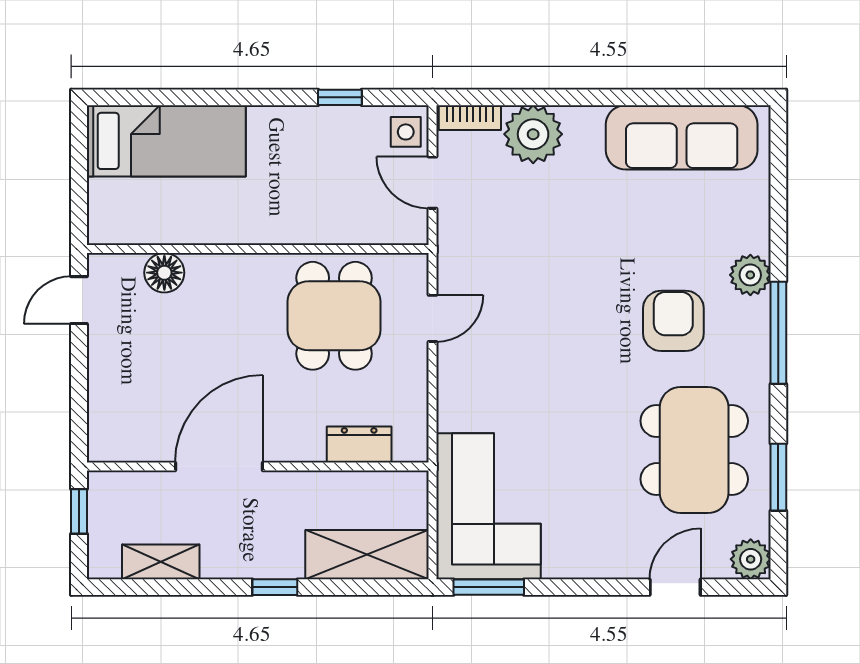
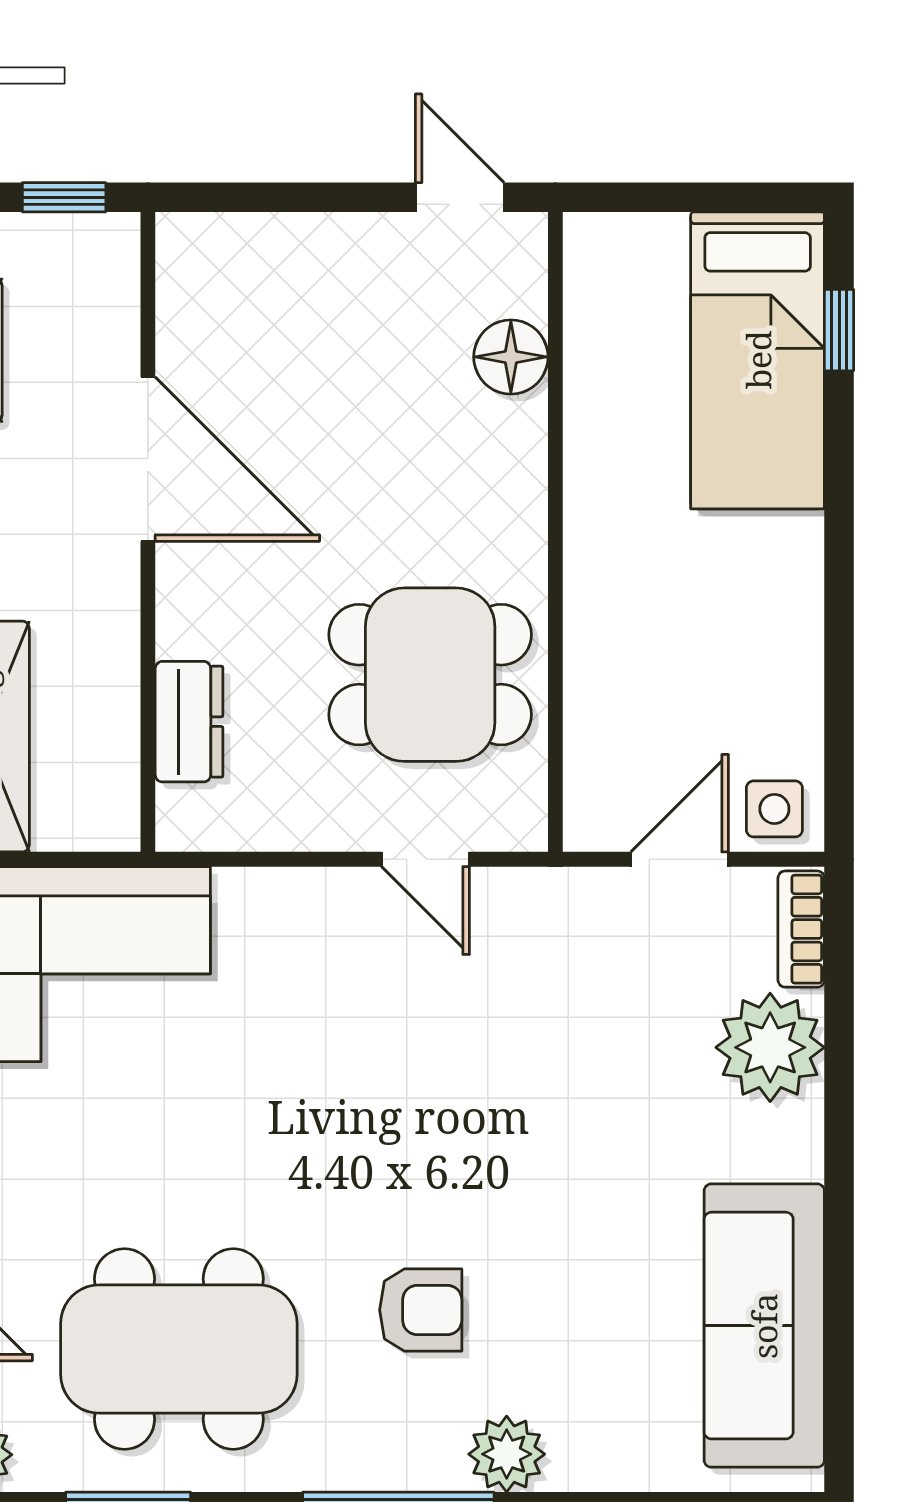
window: (340, 97) -> (839, 330), moved
armchair: (673, 321) -> (421, 1310), width x0.72, depth x0.72

